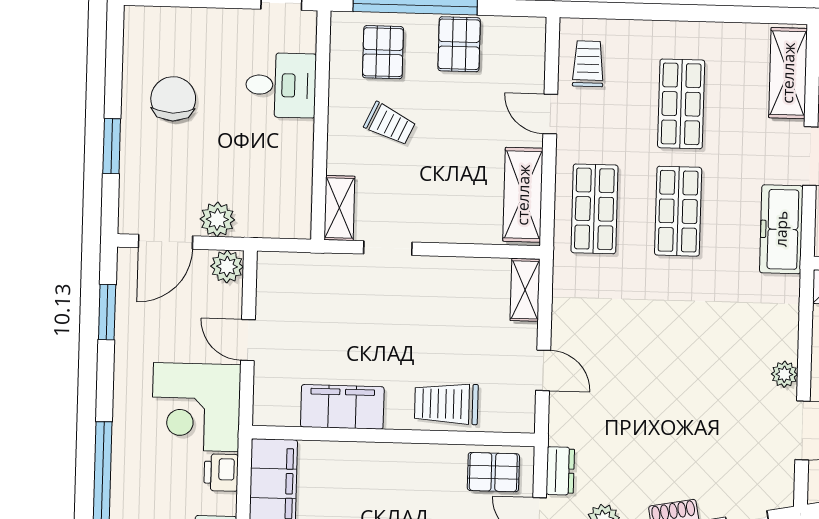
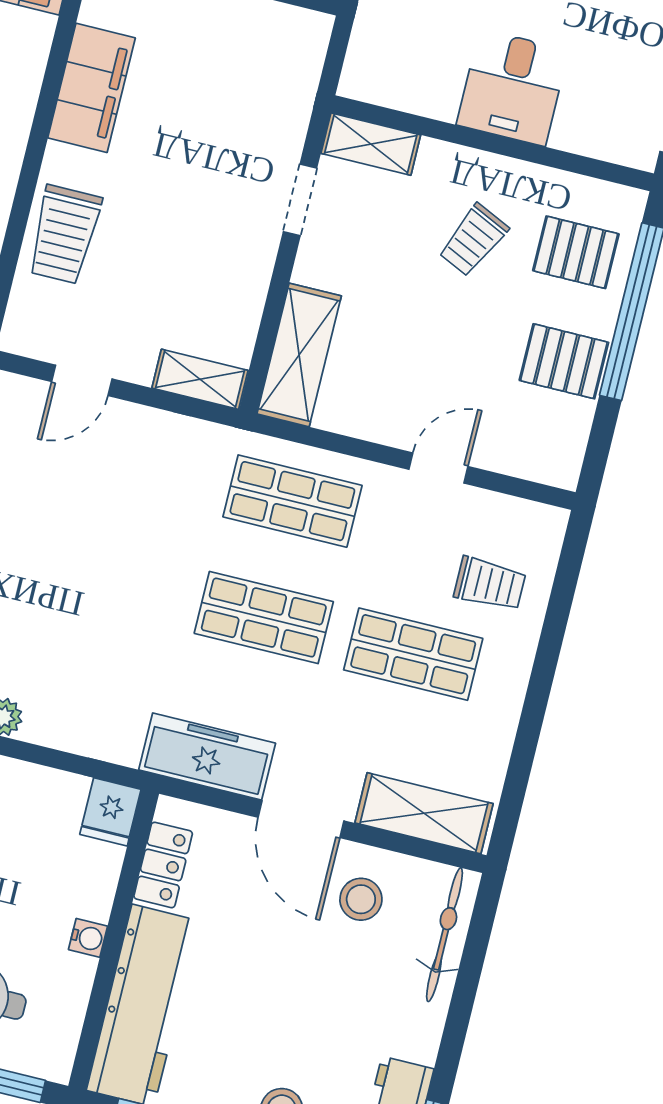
trolley: (588, 64) -> (490, 584), moved
desk: (281, 85) -> (512, 87), moved
shelving: (523, 195) -> (299, 355), moved, turned 90
trolley: (446, 404) -> (64, 234), turned 180

